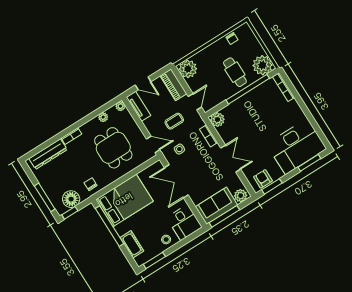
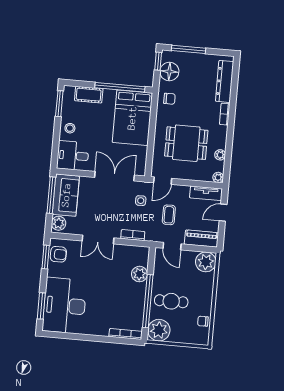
plant: (217, 120) -> (139, 274), moved

